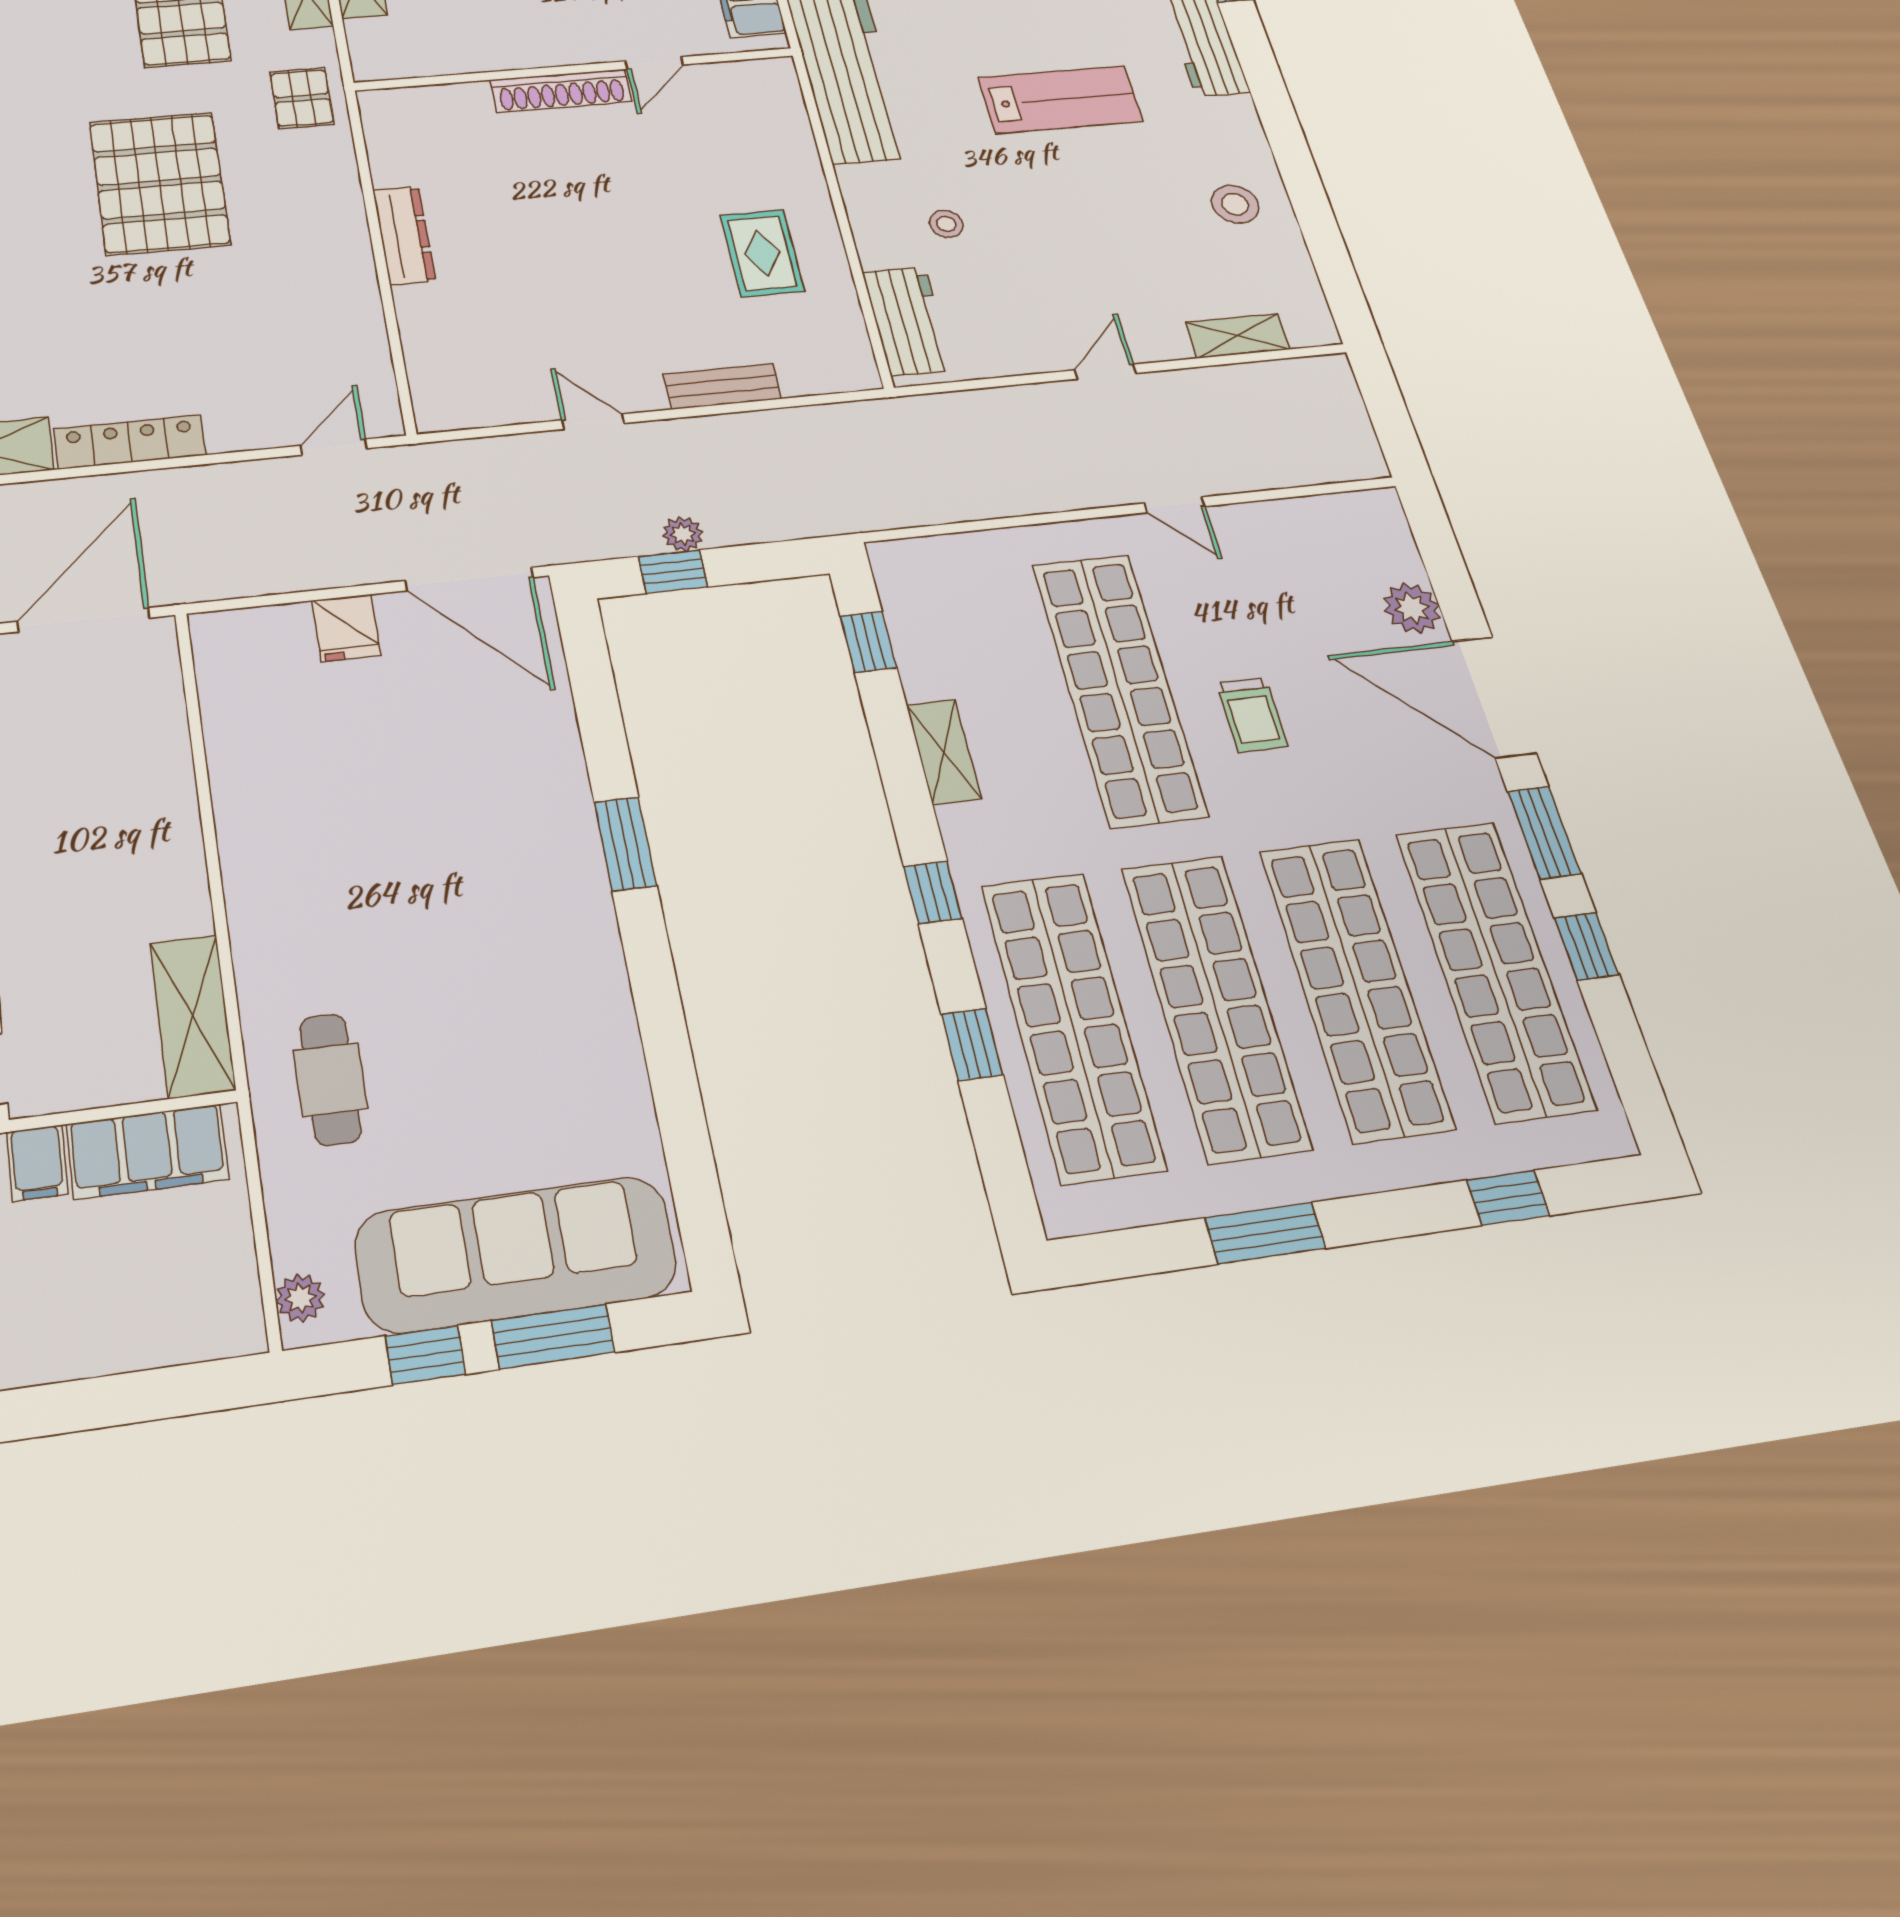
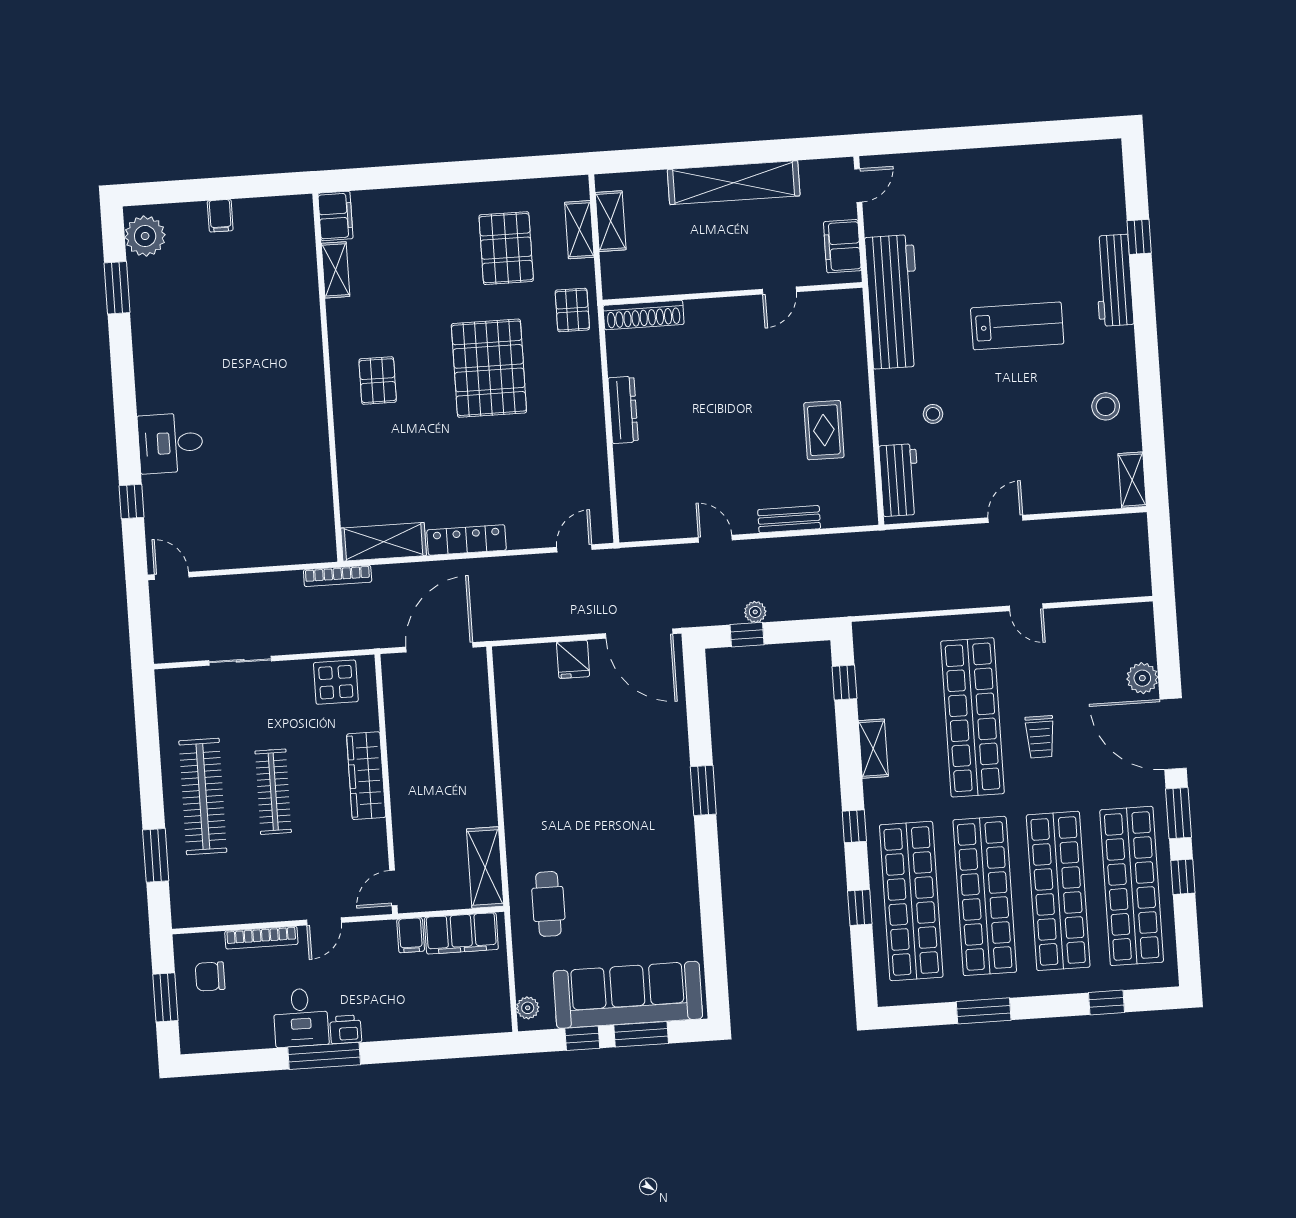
shoe rack: (561, 91) -> (644, 315), moved
shelving: (1238, 336) -> (1132, 480), moved, turned 90

